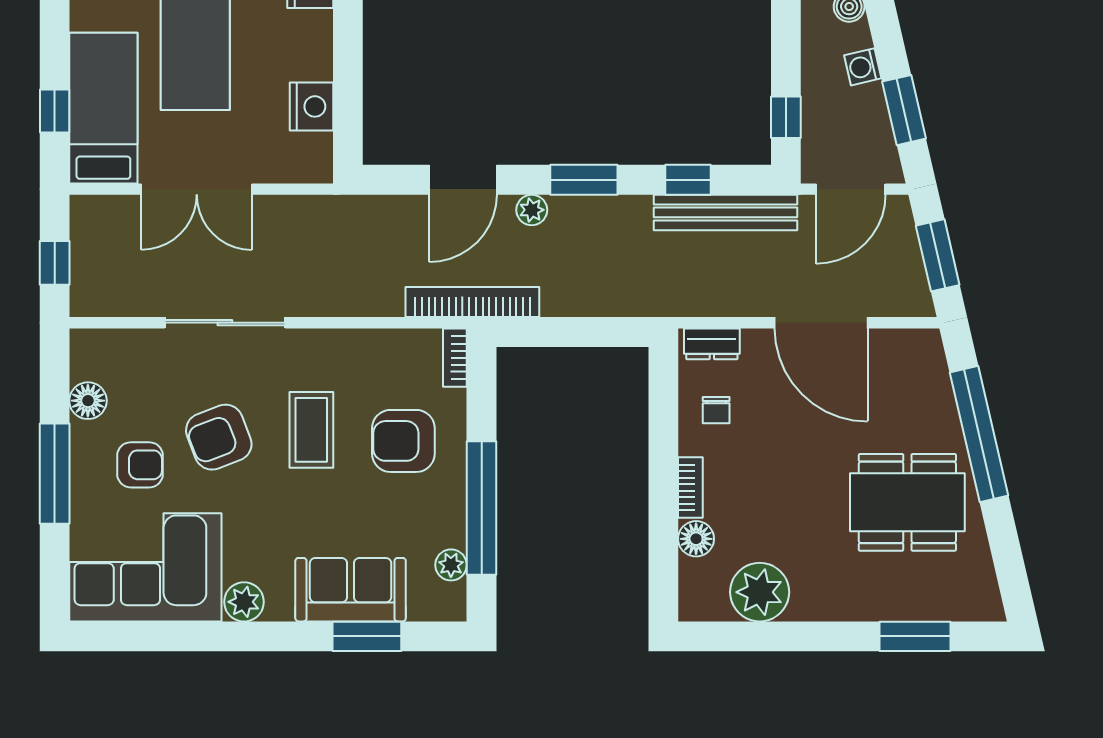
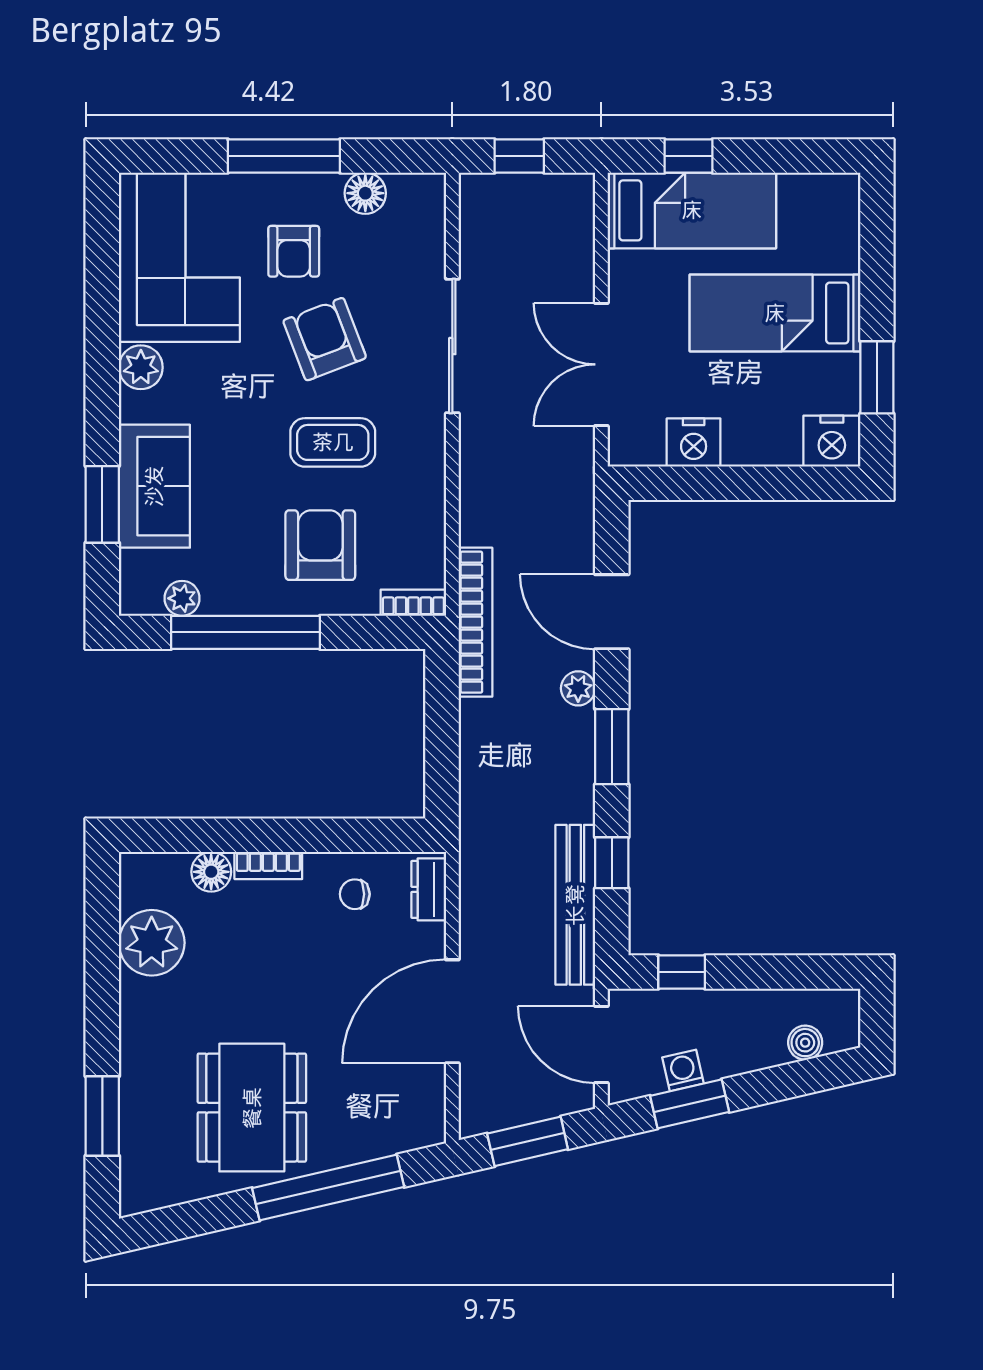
washing machine: (863, 67) -> (683, 1071), moved
double door: (197, 189) -> (601, 364), moved

